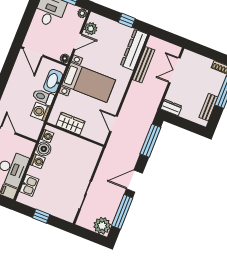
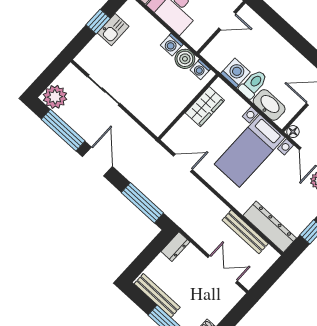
bench: (208, 107) -> (157, 296), width x1.36
kitchen sink: (29, 185) -> (113, 30), moved, turned -90

